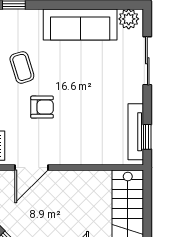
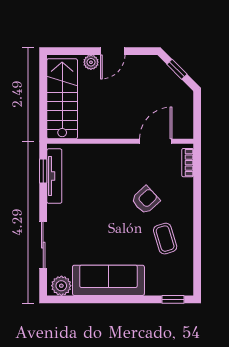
armchair: (42, 107) -> (146, 200), turned 137

